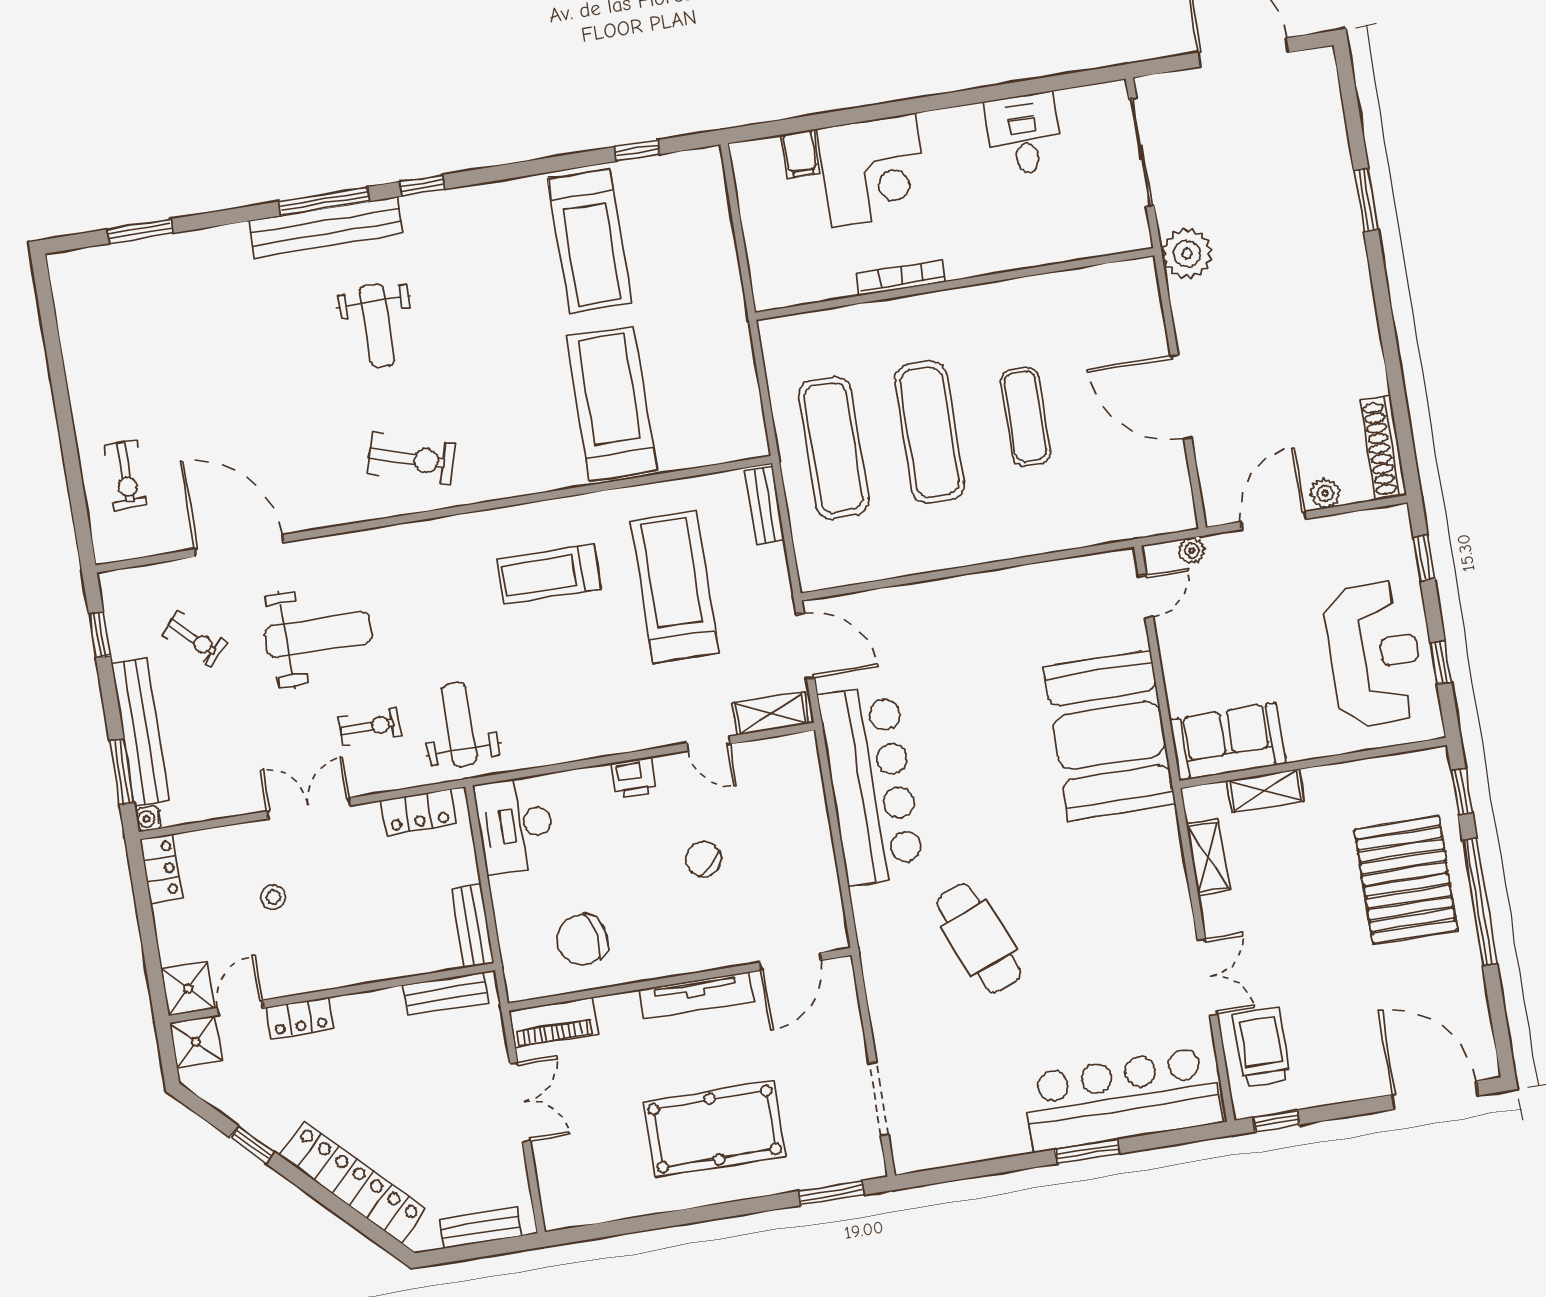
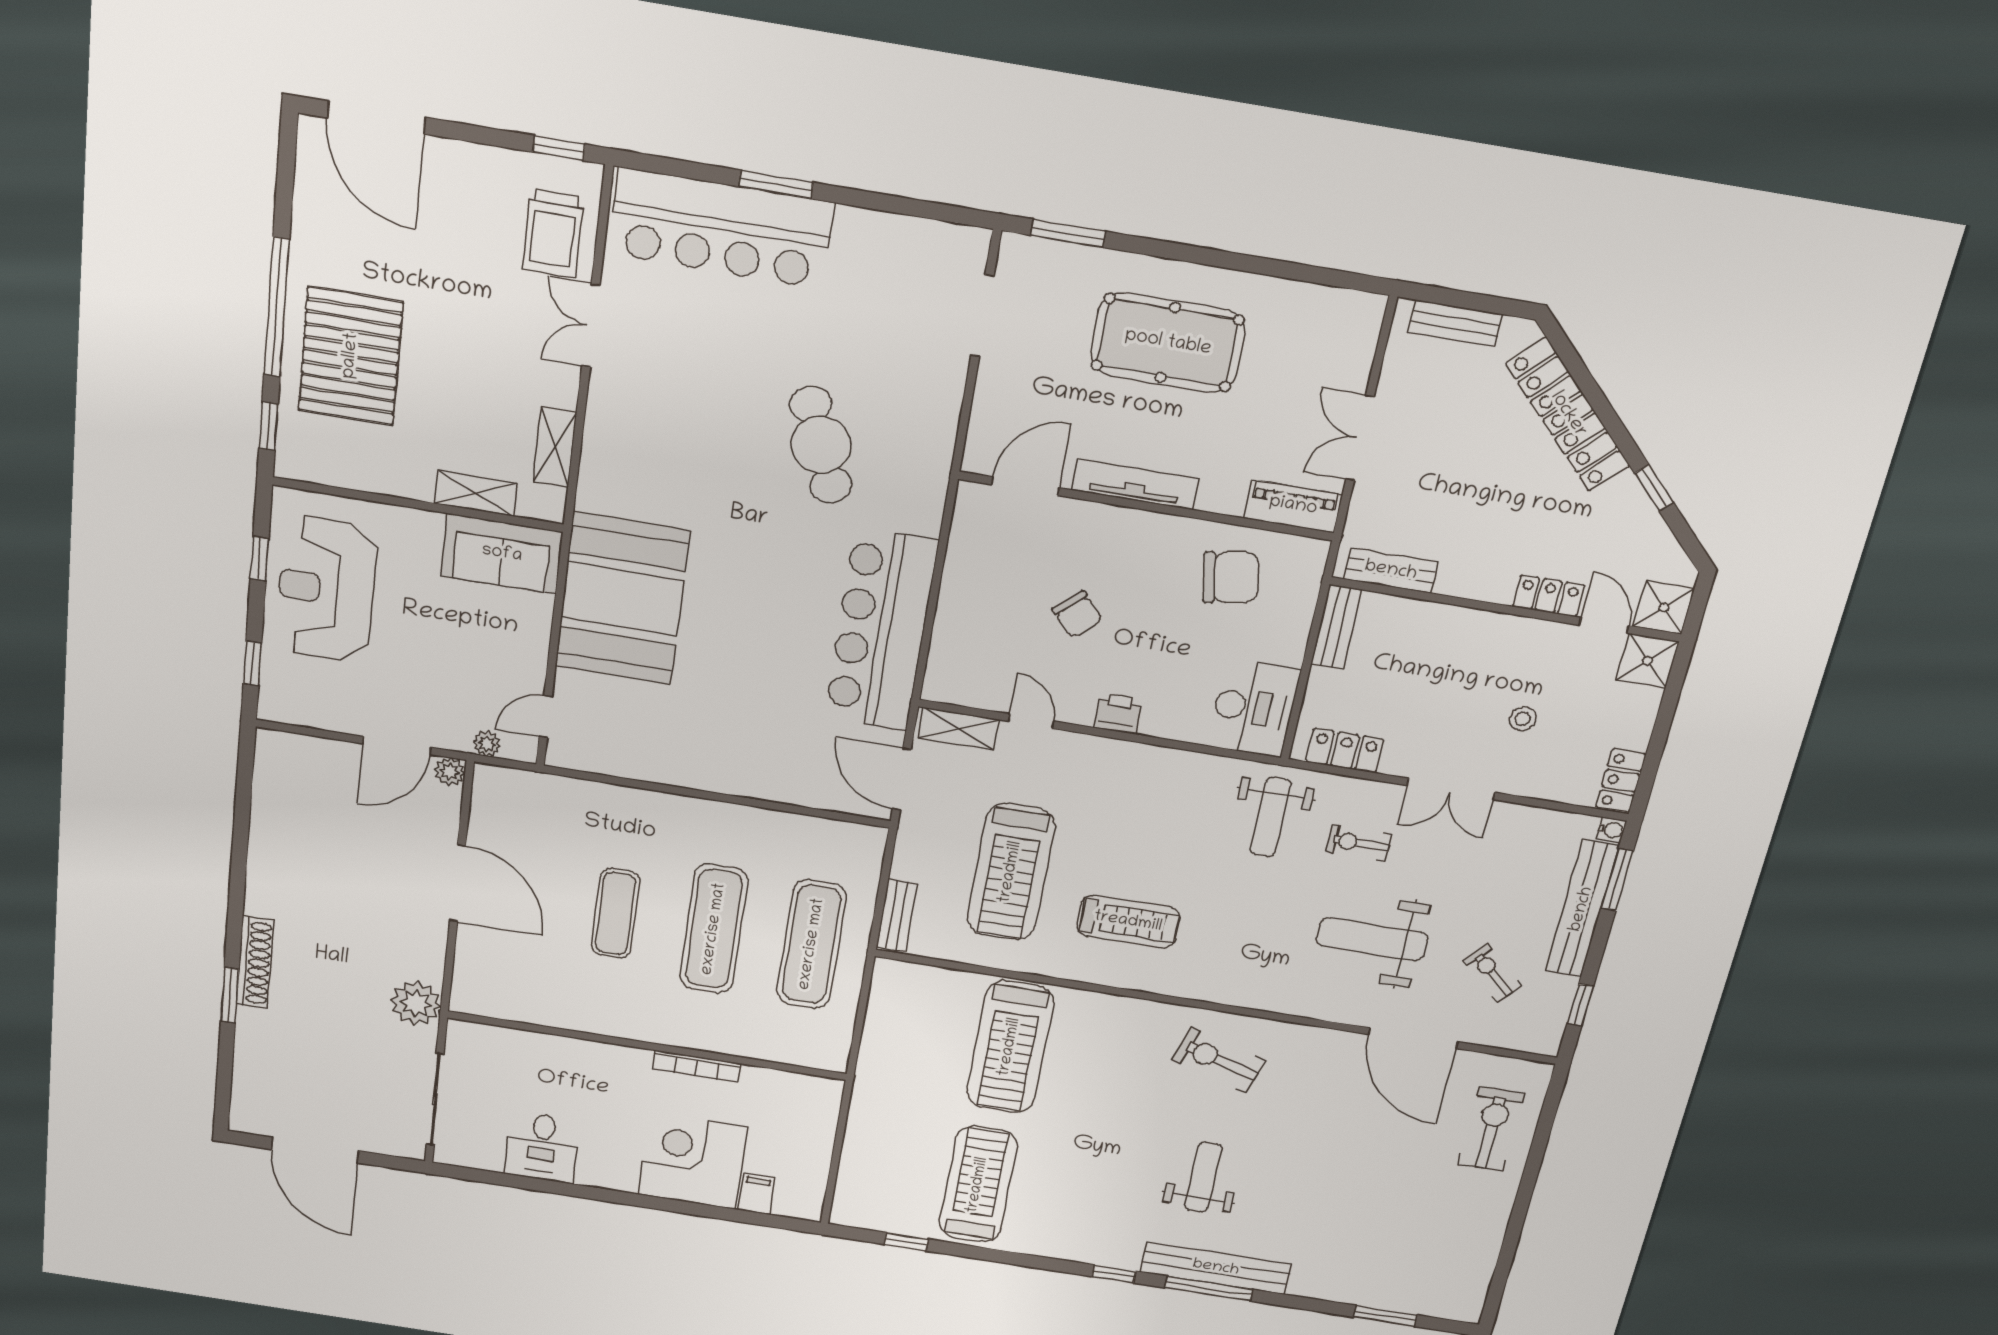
shoe rack: (1383, 448) -> (255, 963), moved
exercise bike: (126, 475) -> (1491, 1129), width x1.38, depth x1.39
plant: (1325, 493) -> (450, 772), moved
door: (240, 1008) -> (1604, 625), swing flipped

